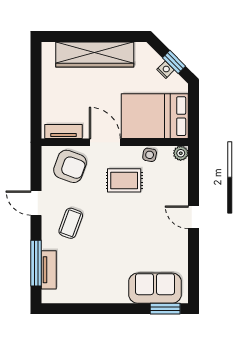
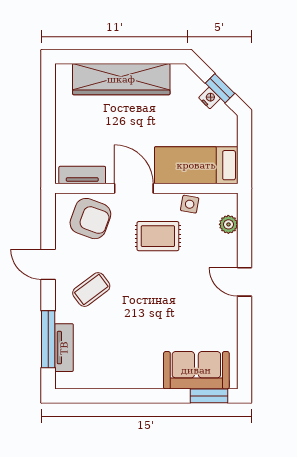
bed: (155, 116) -> (196, 165), width x0.67
plant: (181, 153) -> (228, 224), moved
coffee table: (71, 223) -> (91, 290), turned 33

